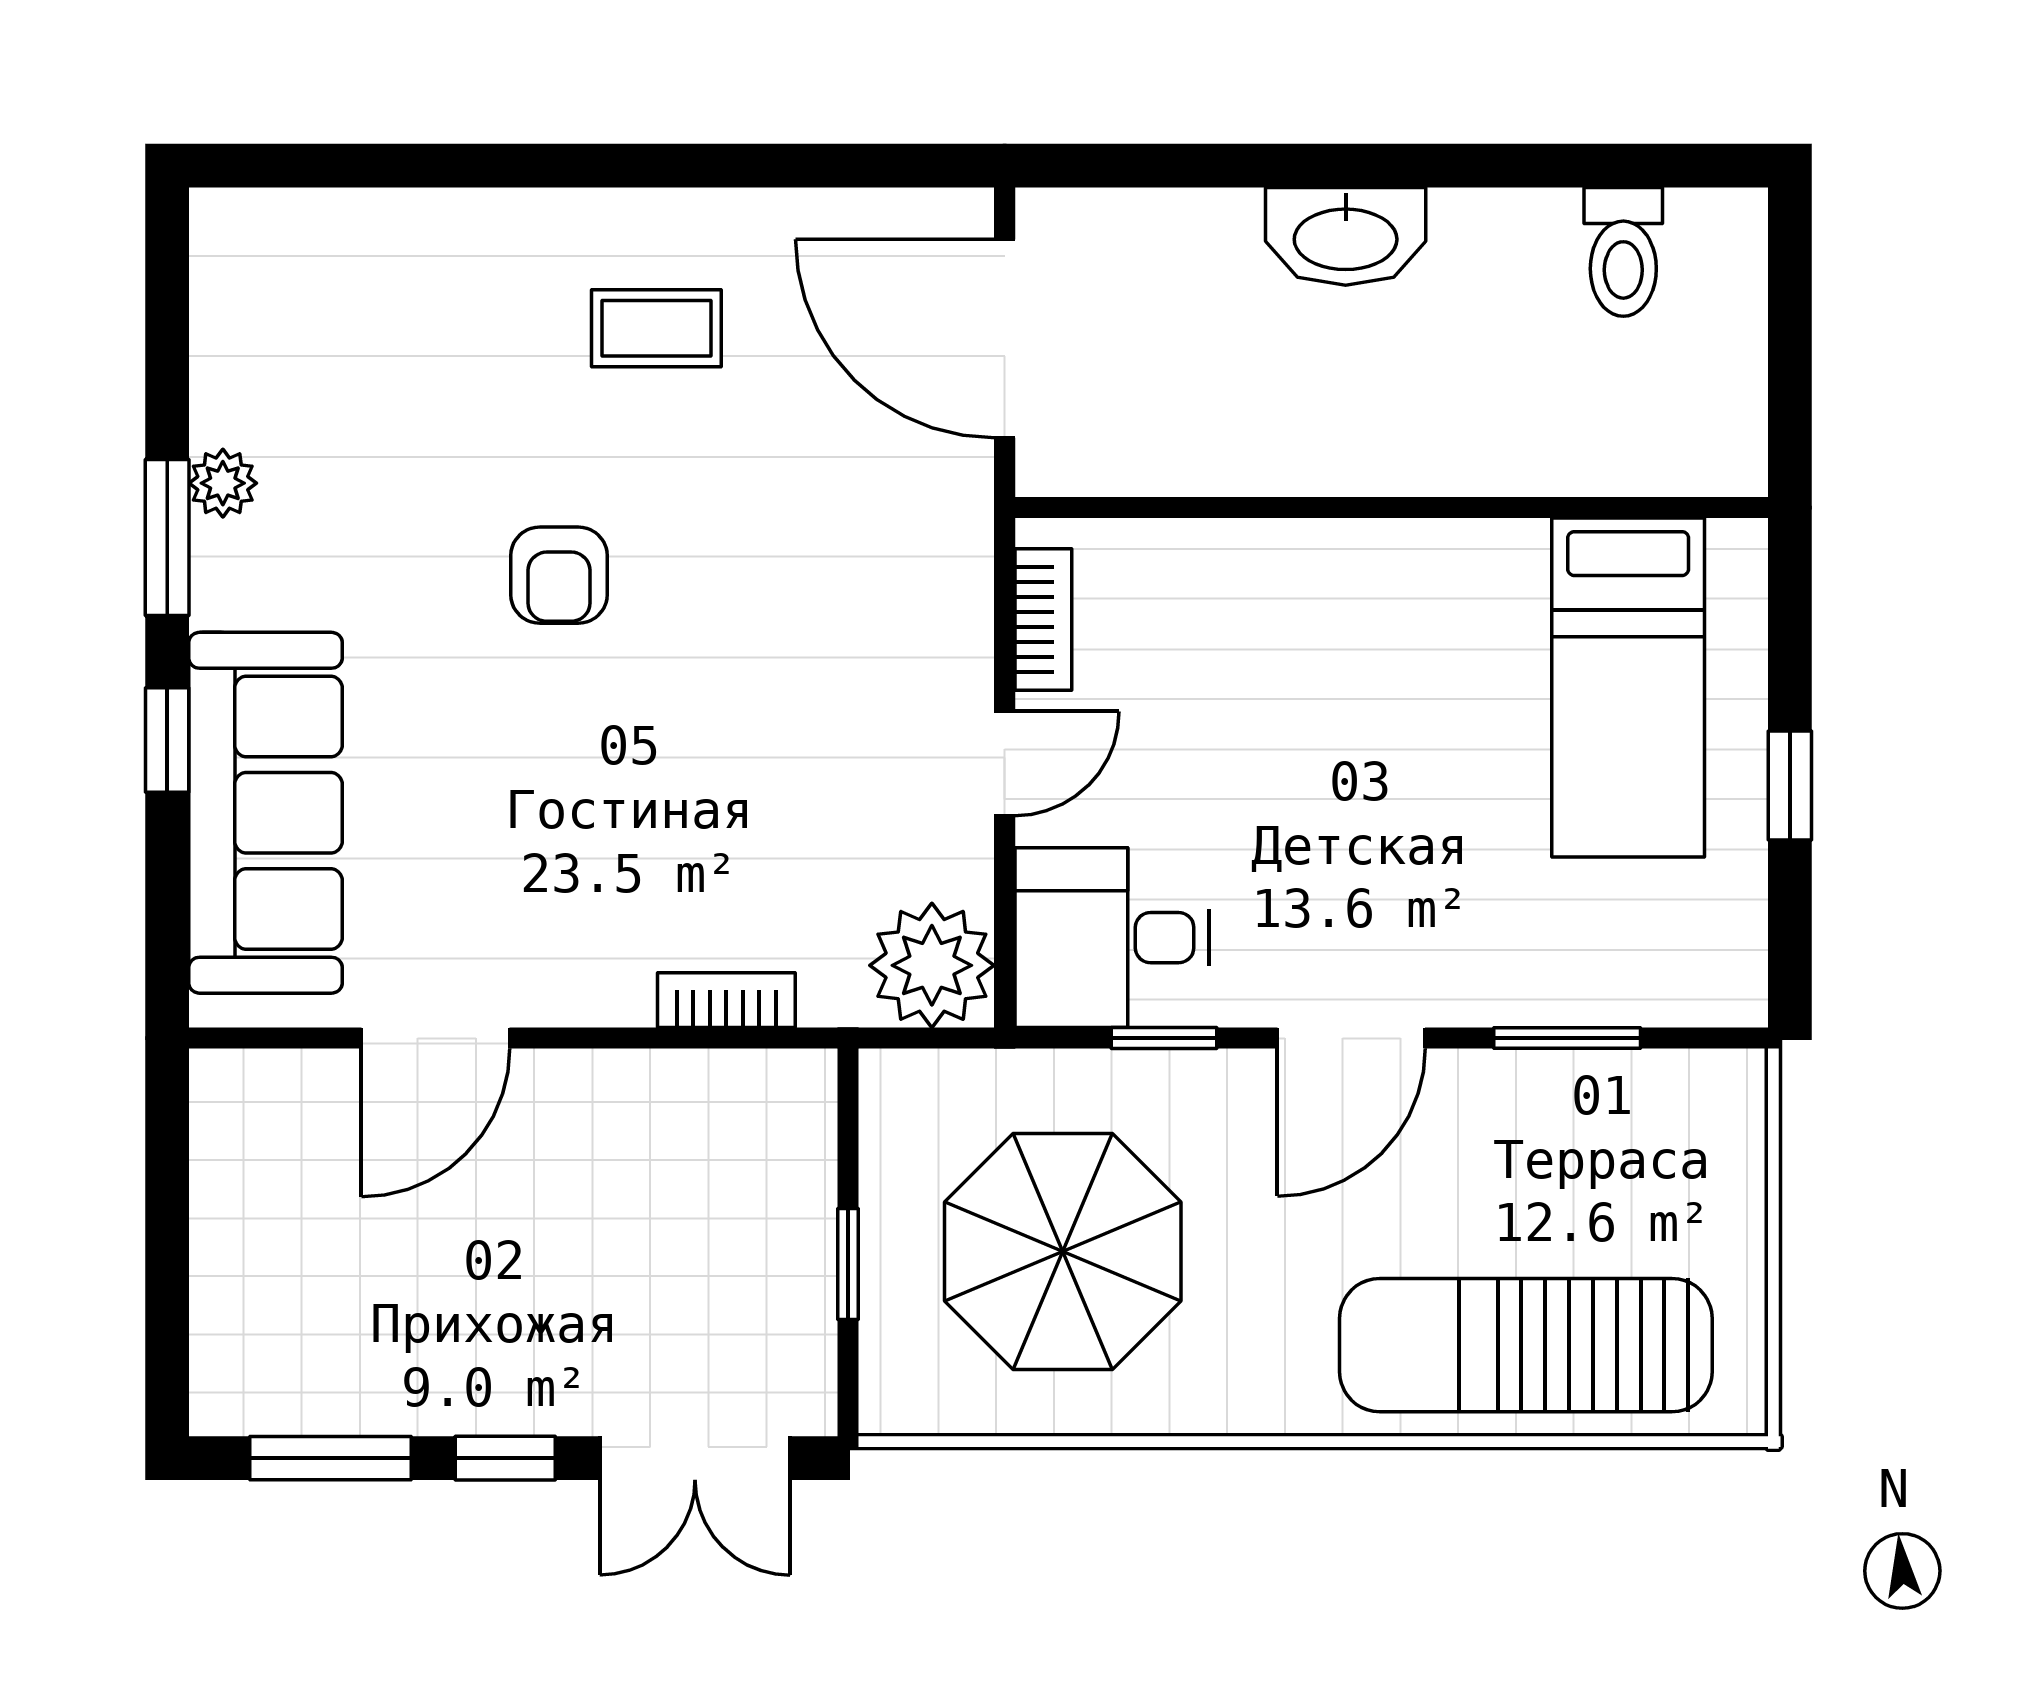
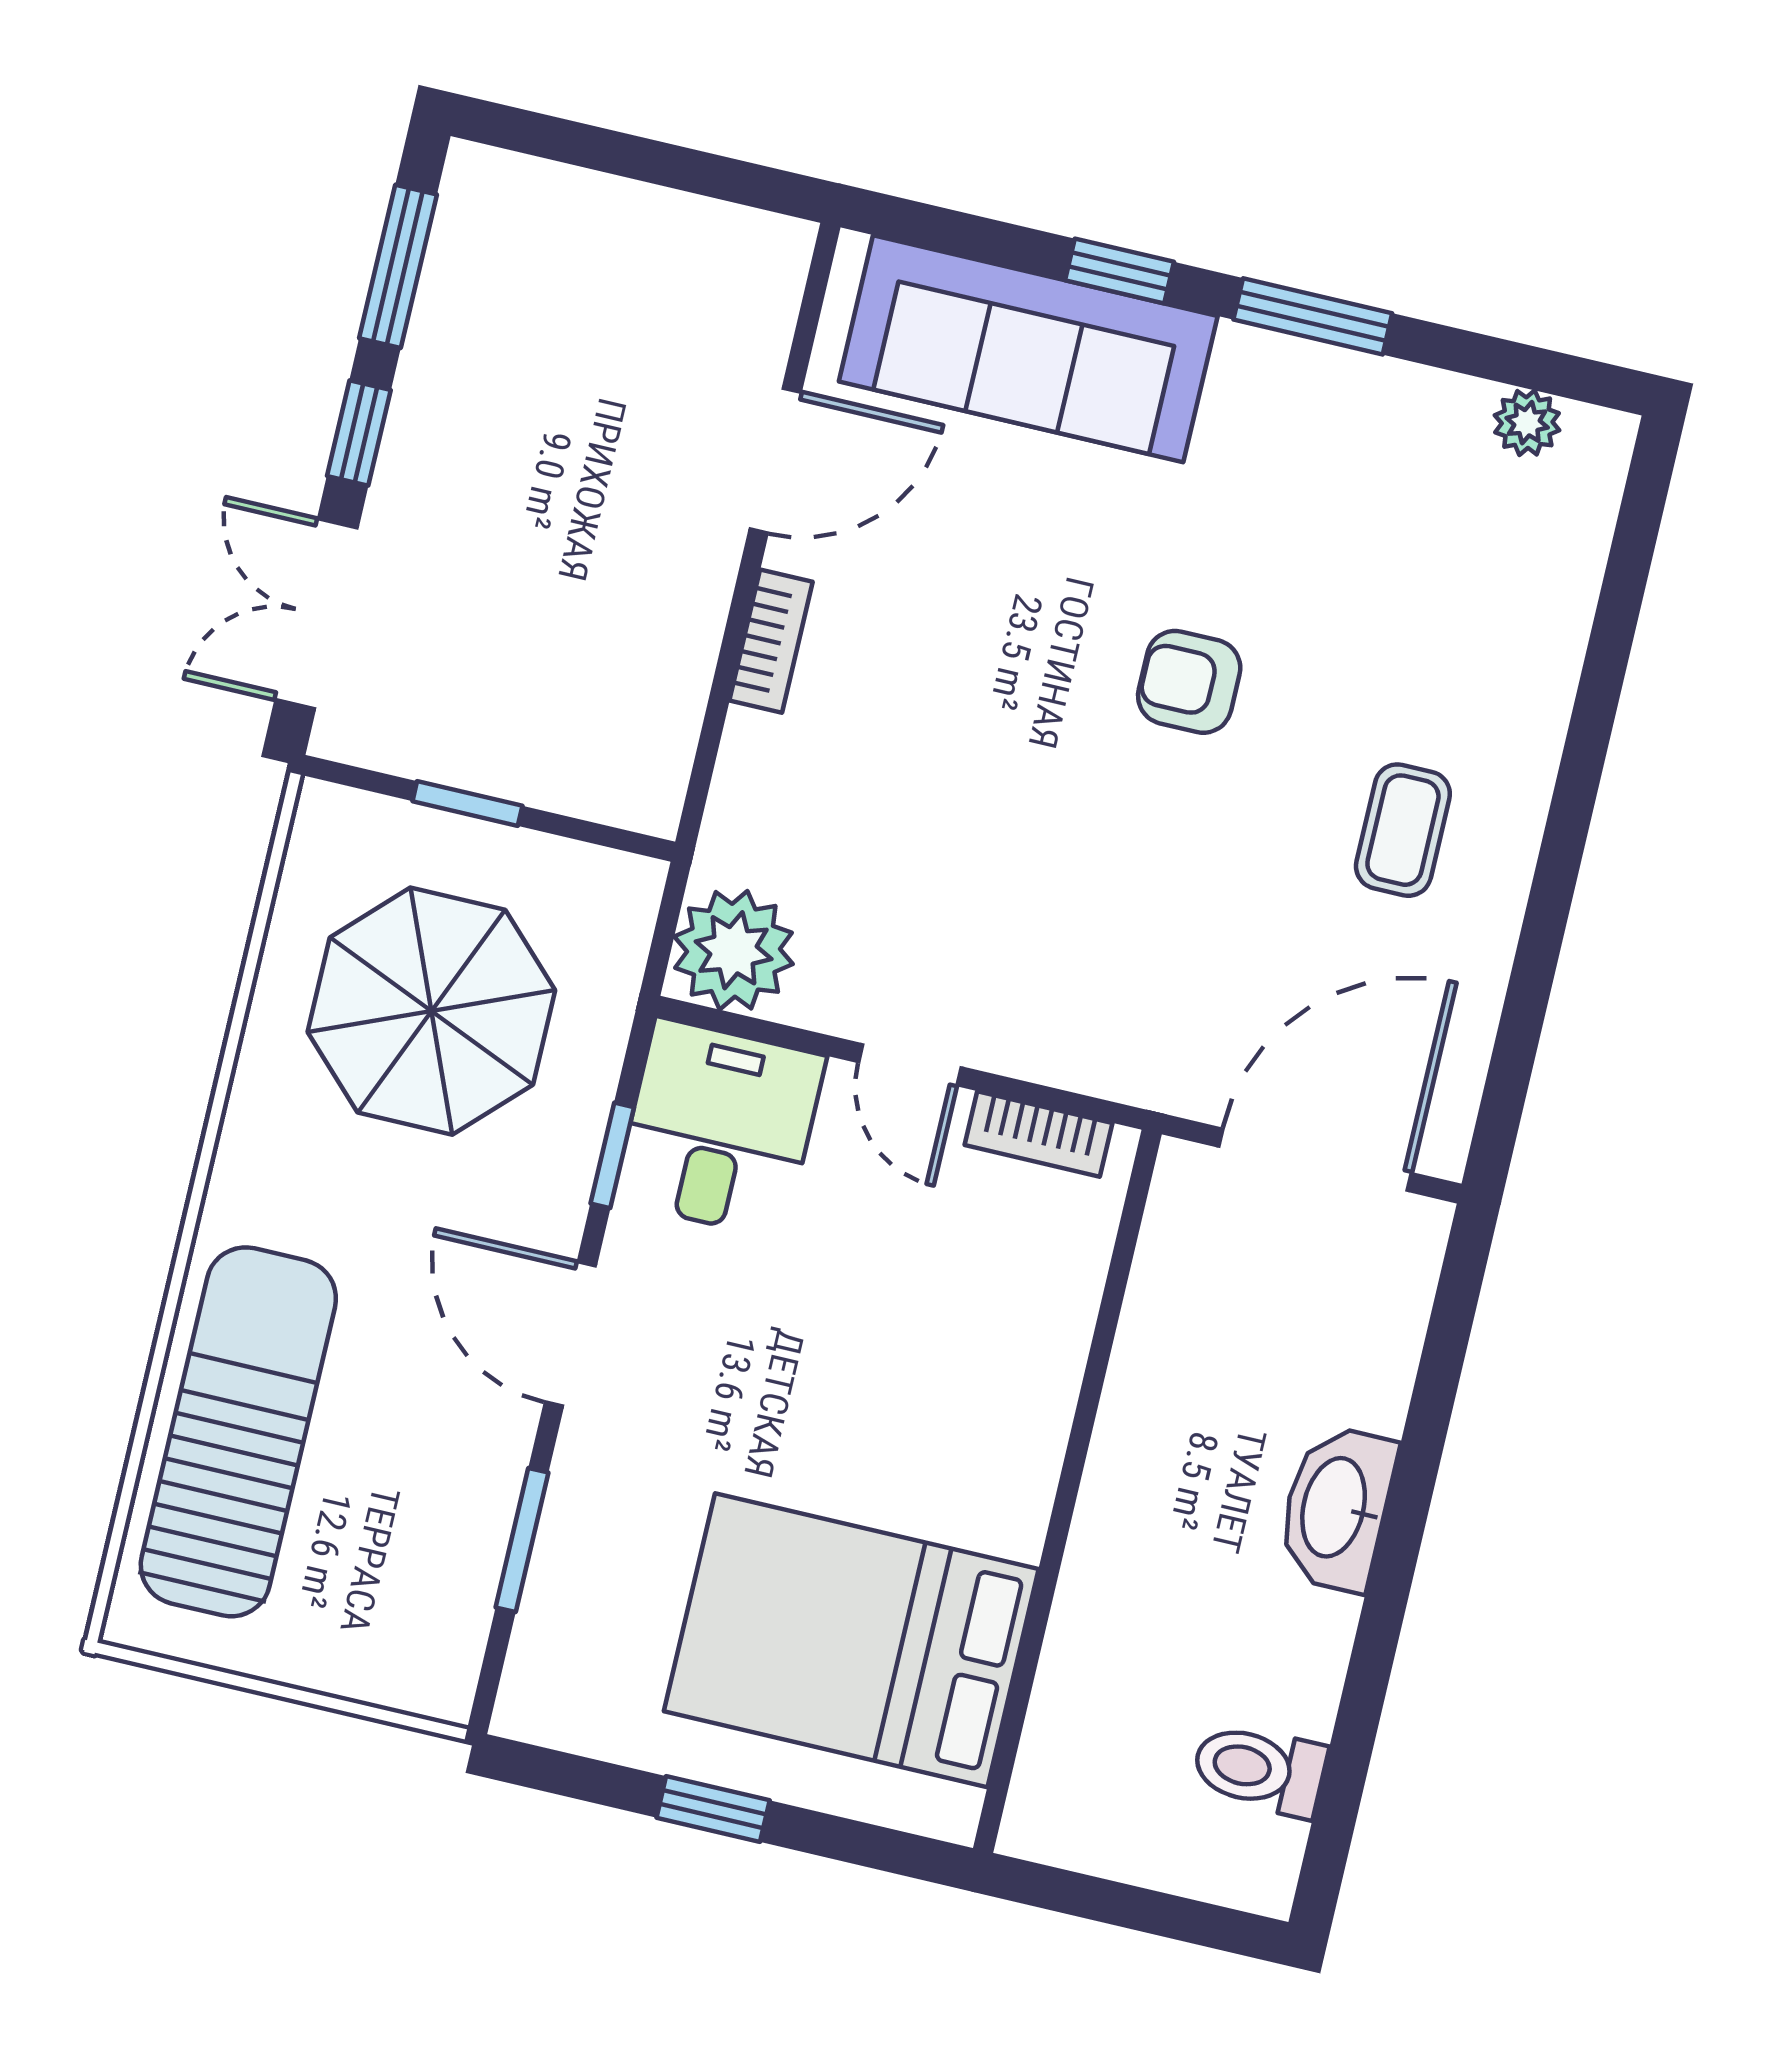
plant: (223, 483) -> (1527, 423), moved
bed: (1628, 688) -> (851, 1640), width x1.50
bookcase: (726, 1000) -> (771, 641), moved
door: (435, 1038) -> (775, 460), swing flipped

